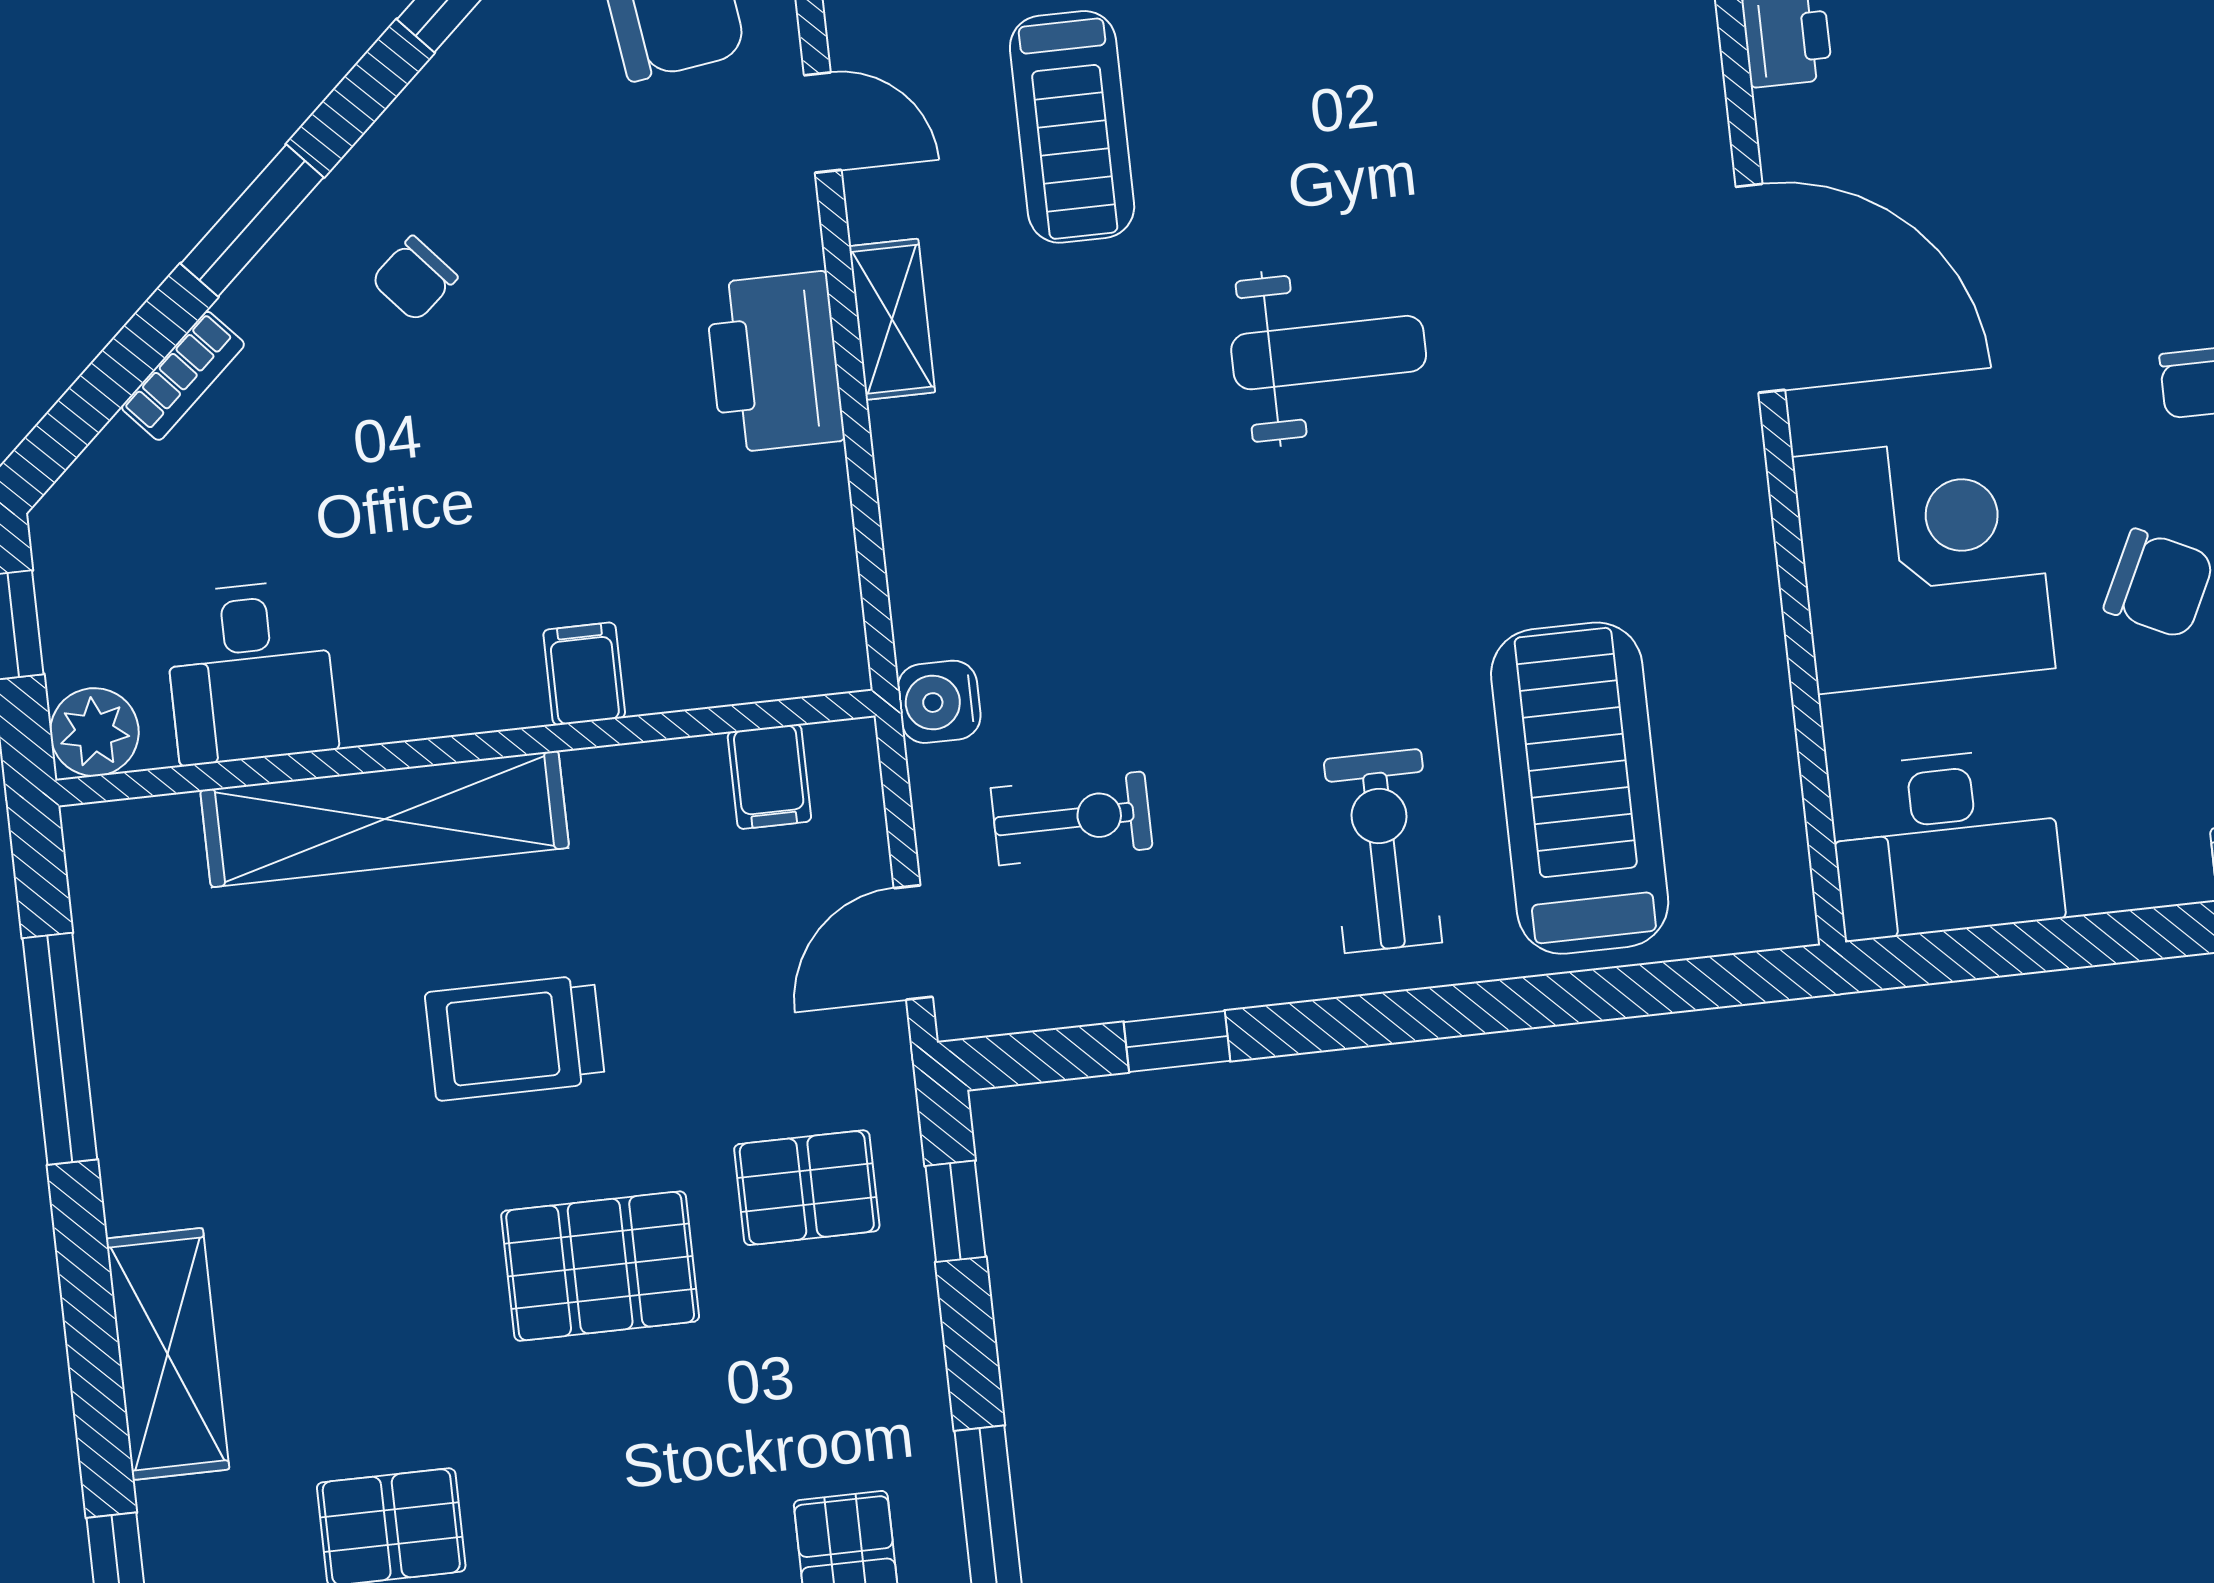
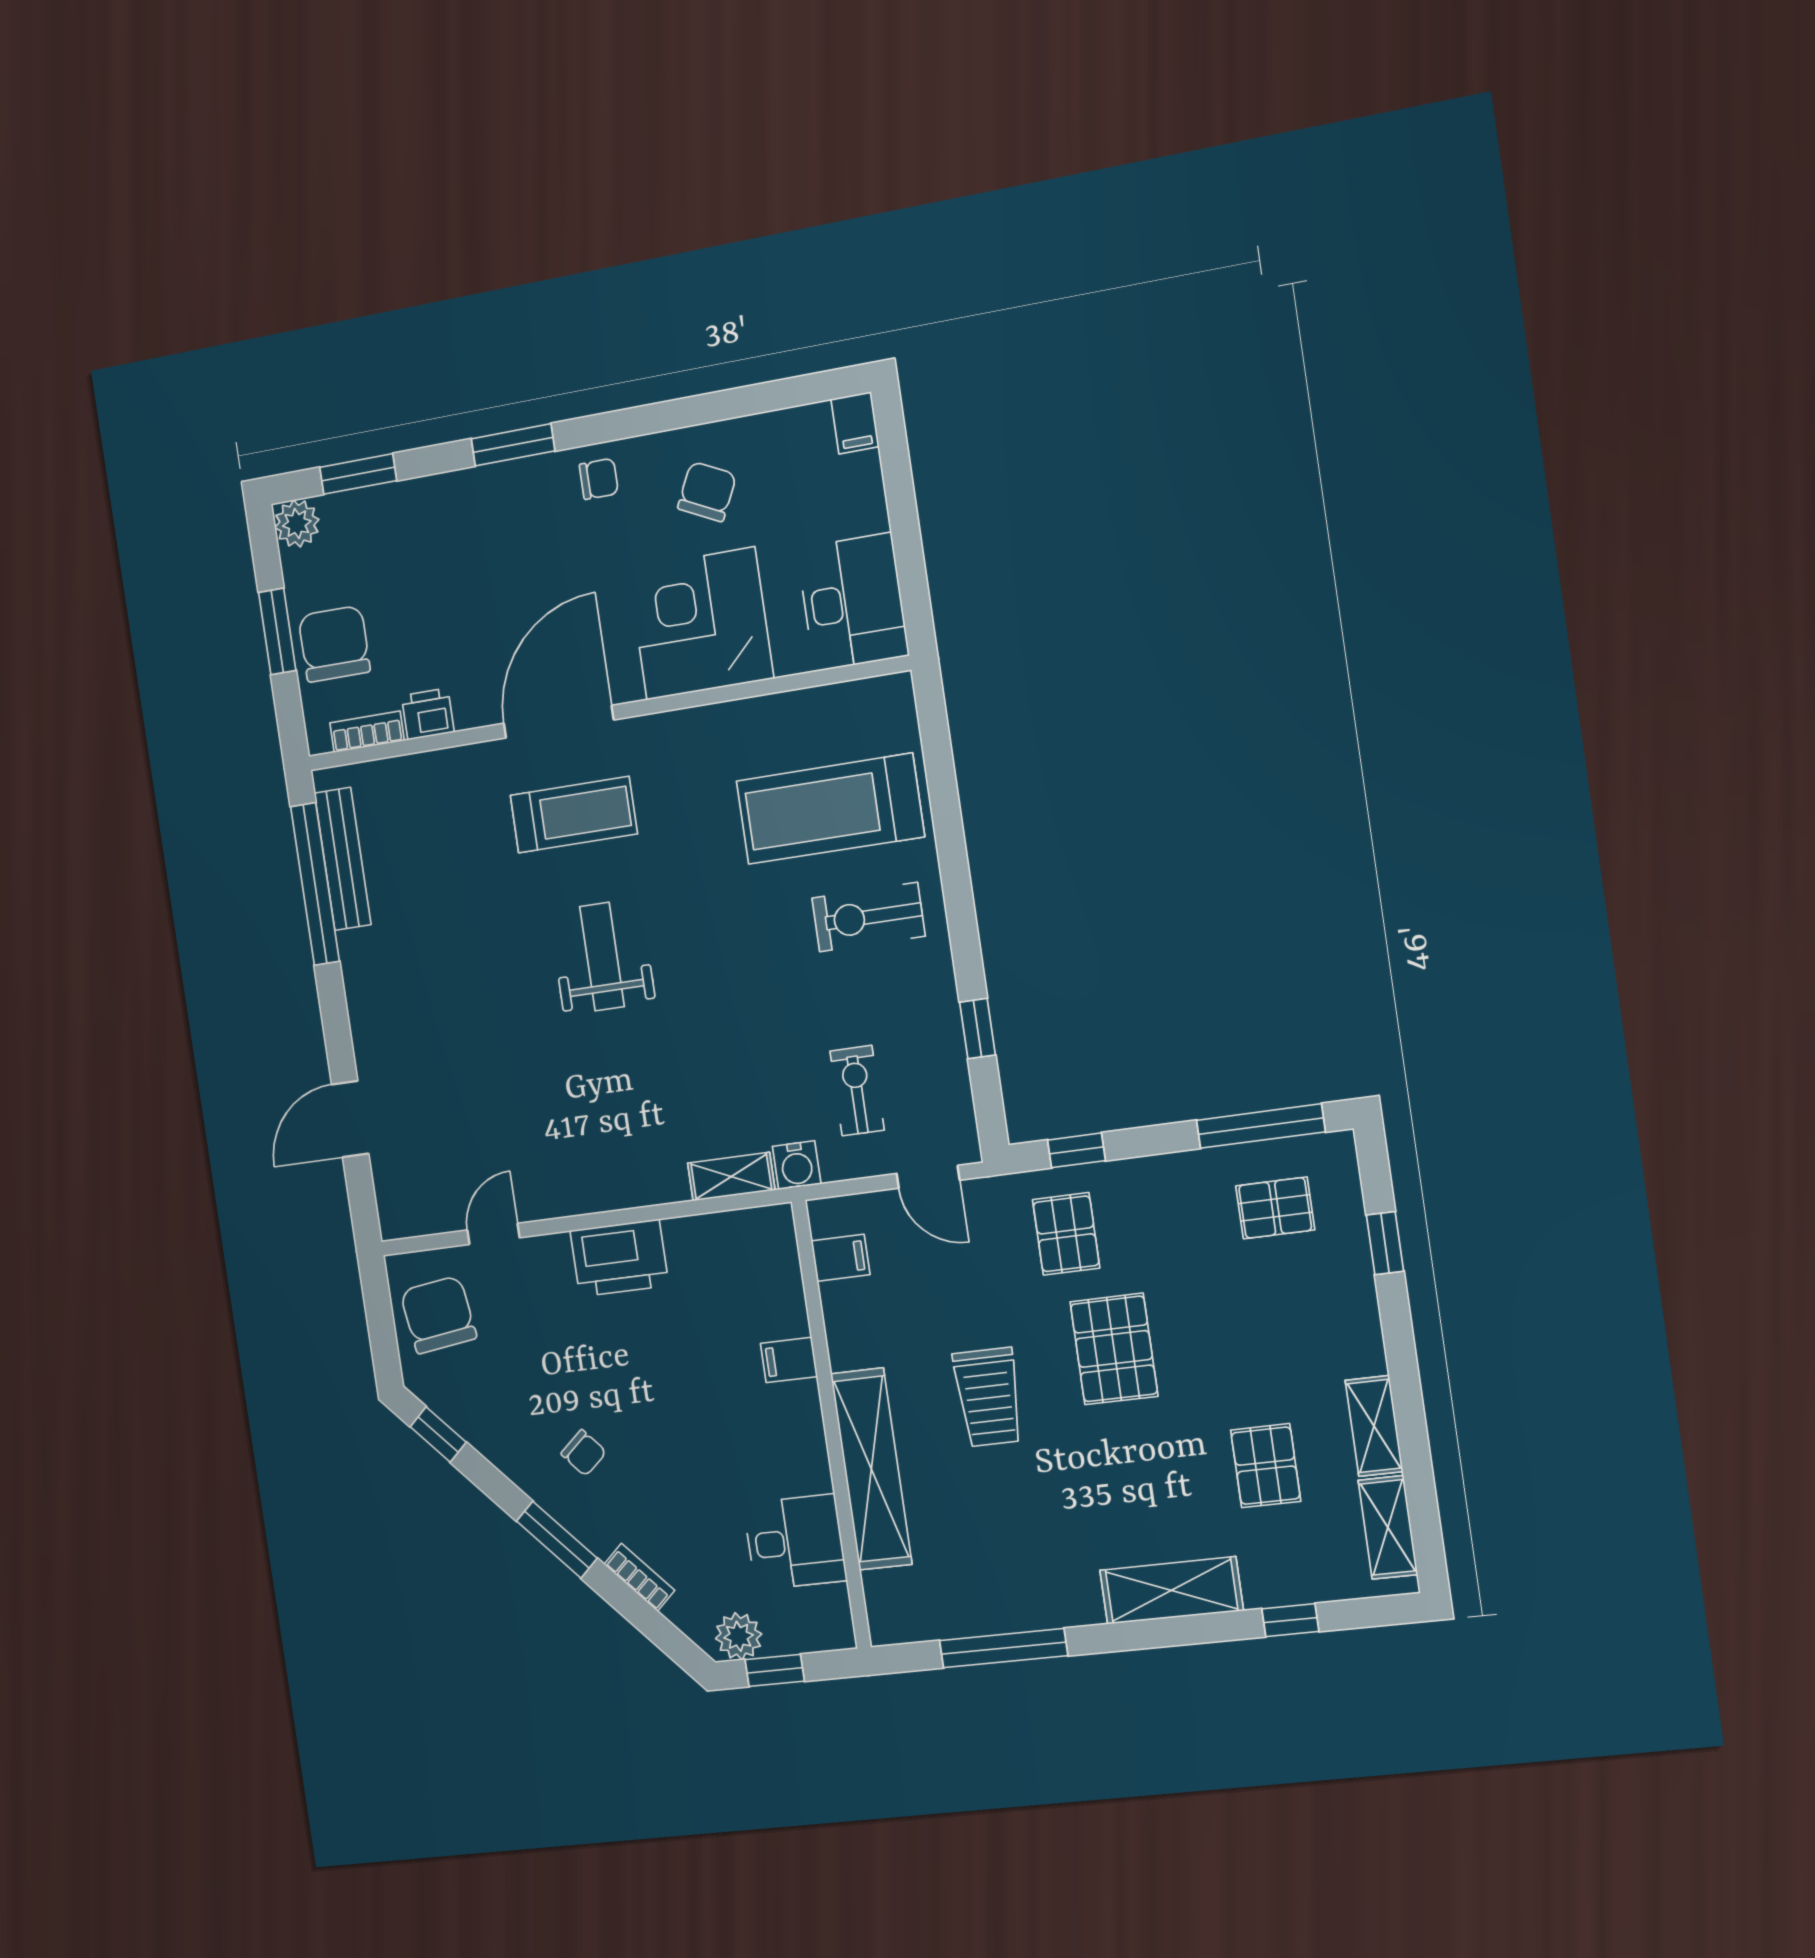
treadmill: (1072, 127) -> (574, 815), moved
shelving: (892, 319) -> (731, 1177), moved
plant: (94, 732) -> (739, 1636), moved

